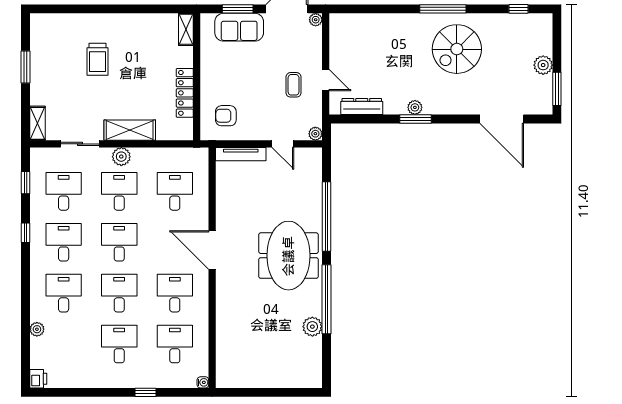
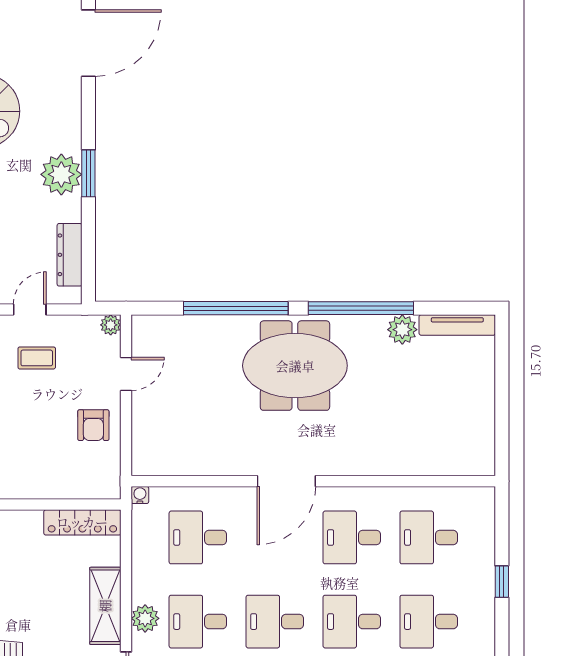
locker: (185, 93) -> (82, 522), moved
plant: (415, 107) -> (61, 174), width x1.88, depth x1.88
armchair: (226, 116) -> (93, 425), moved
tv unit: (241, 154) -> (457, 325), moved, turned 90
water cooler: (203, 382) -> (140, 495), moved

